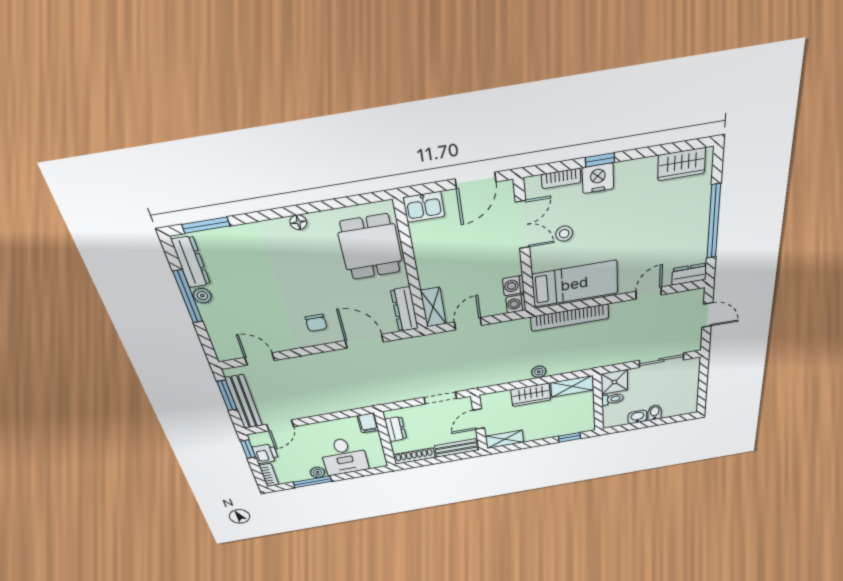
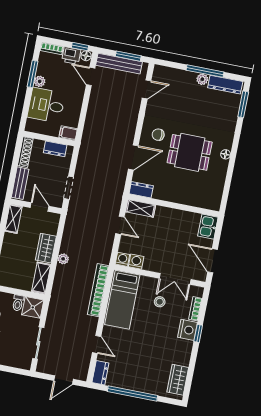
dining table: (370, 247) -> (190, 152), moved
dresser: (405, 309) -> (141, 190), width x0.70
floor lamp: (256, 439) -> (86, 56), added

